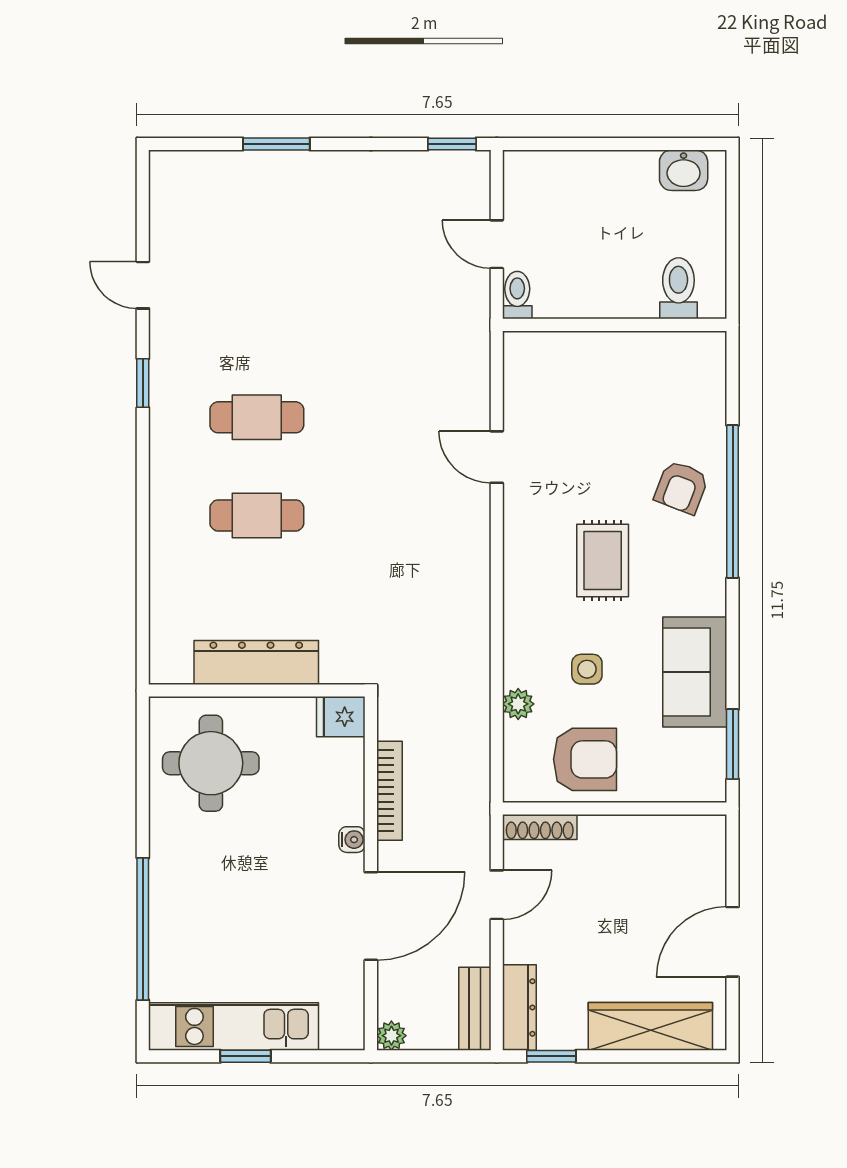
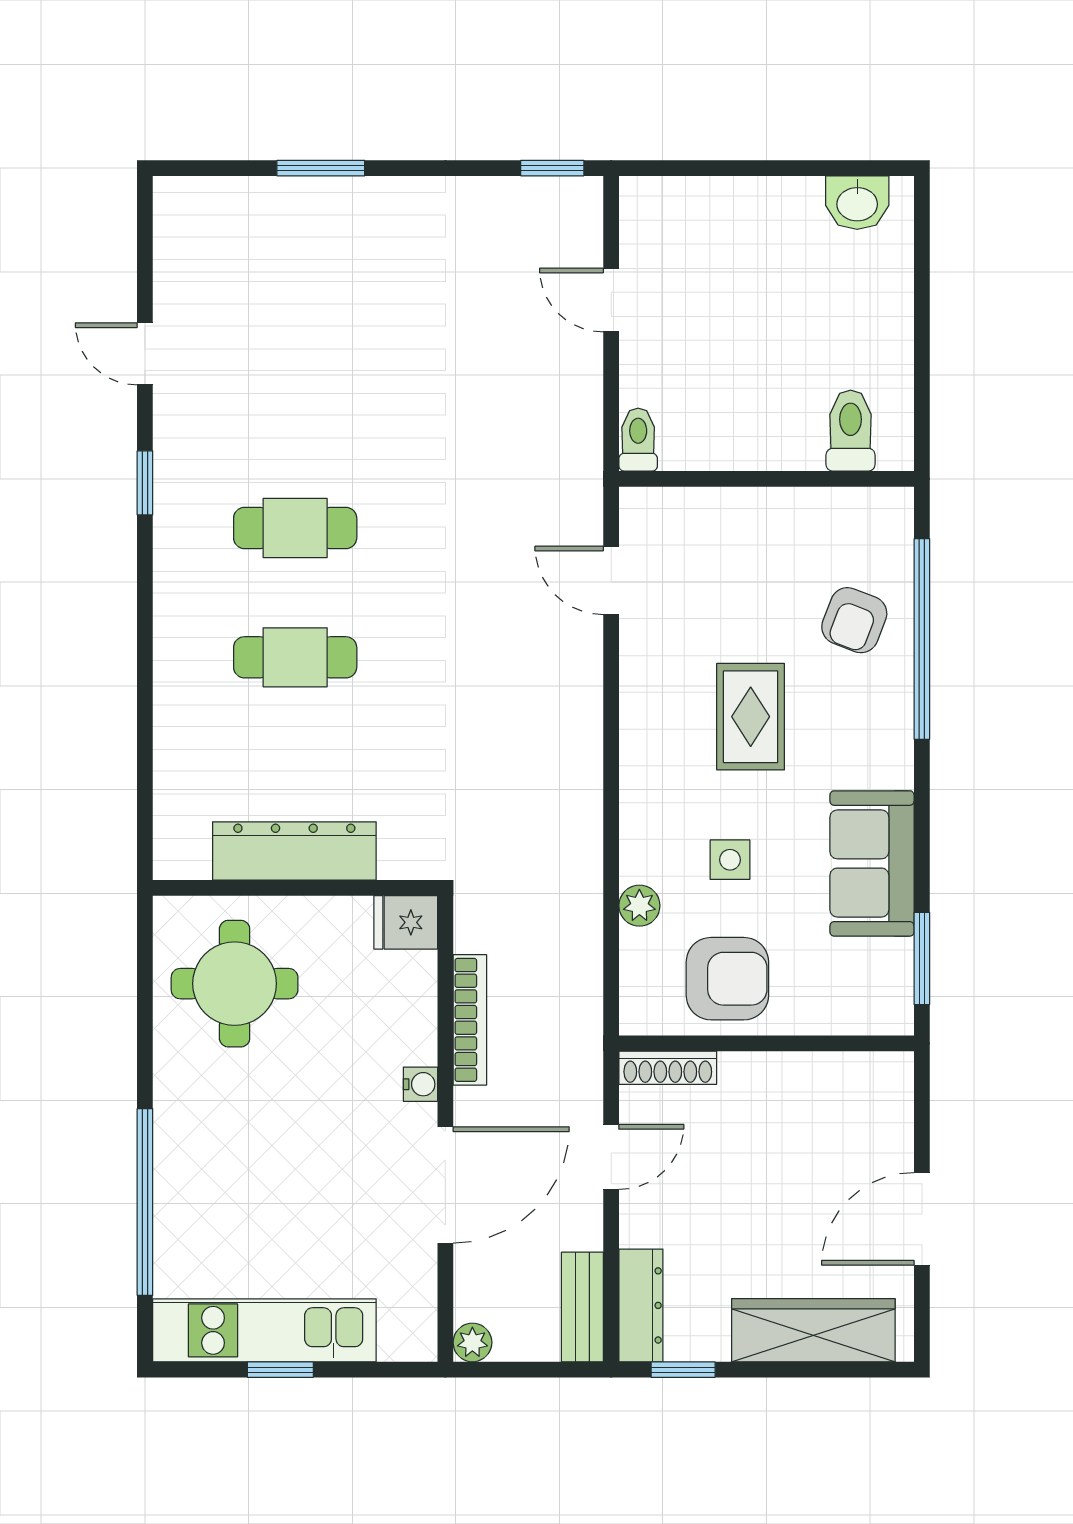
toilet: (678, 288) -> (851, 431), moved
toilet: (517, 295) -> (638, 440), moved
wall: (615, 325) -> (766, 479), moved

